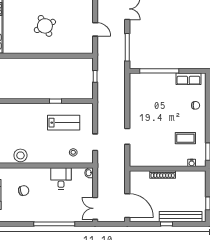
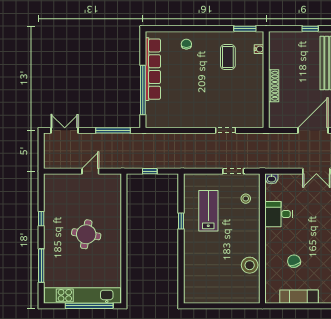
round table: (45, 26) -> (86, 234), turned 37
row of seats: (188, 79) -> (153, 69), width x2.02

